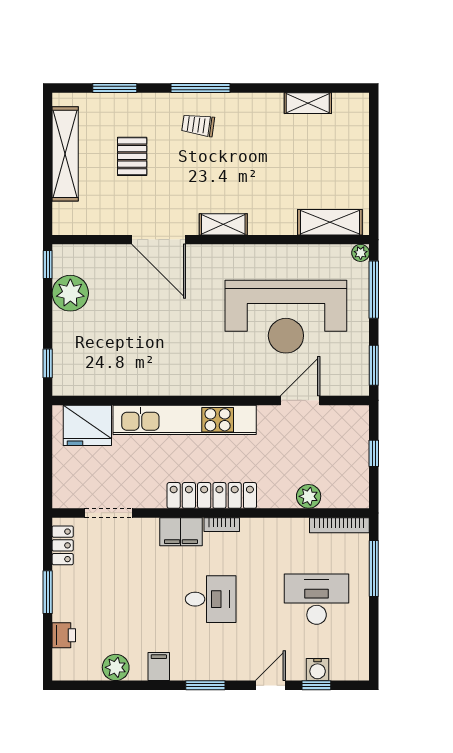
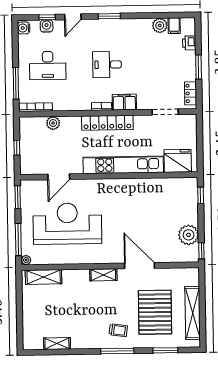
pallet: (132, 156) -> (155, 312), width x2.05, depth x2.00
filing cabinet: (159, 667) -> (174, 26), moved
water cooler: (358, 667) -> (24, 28), added

